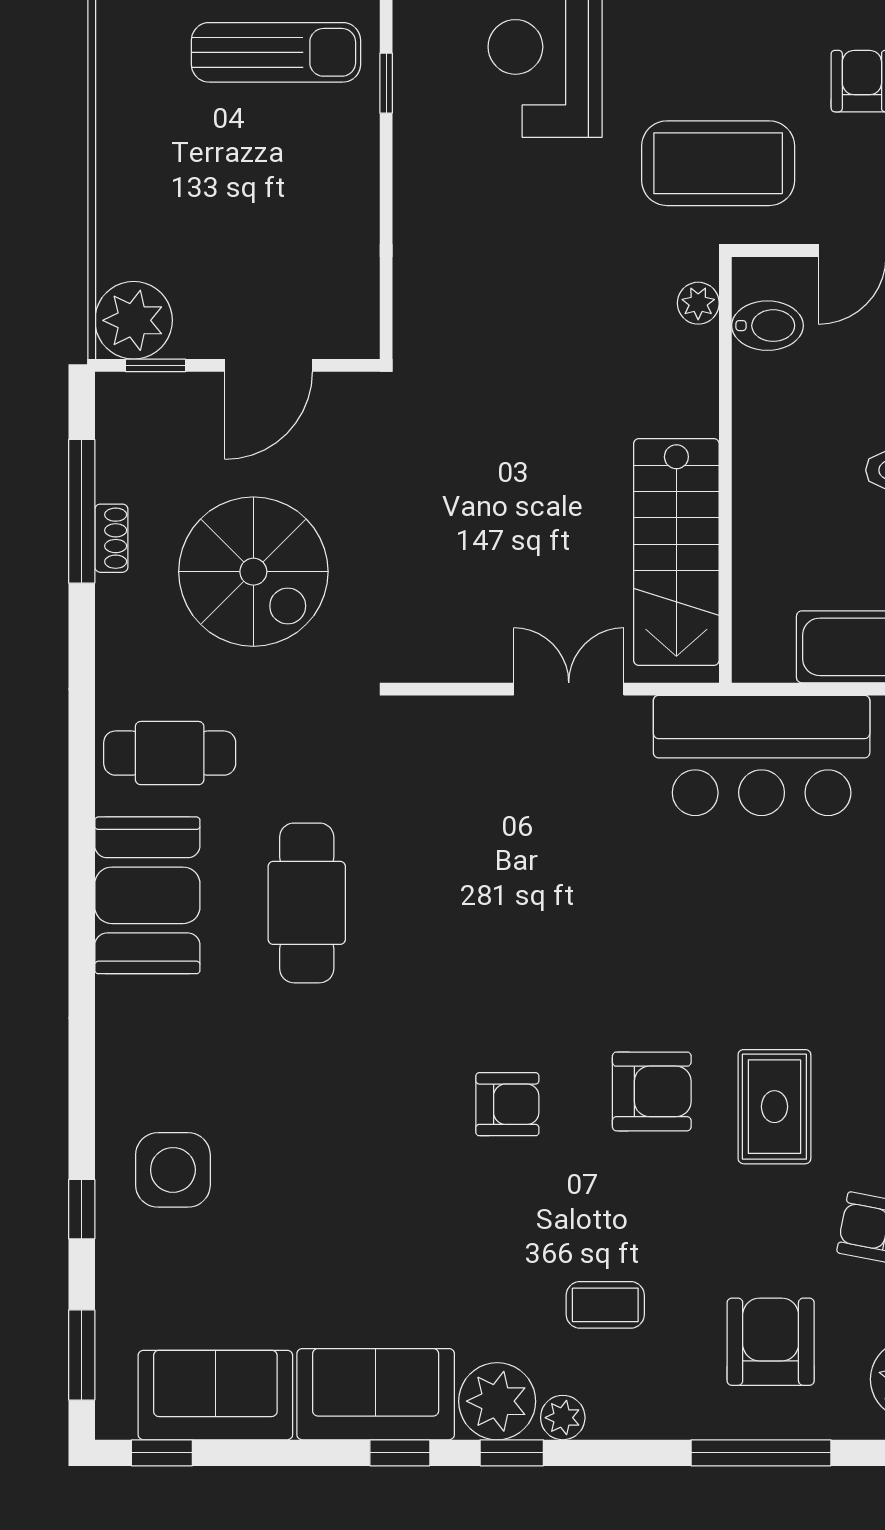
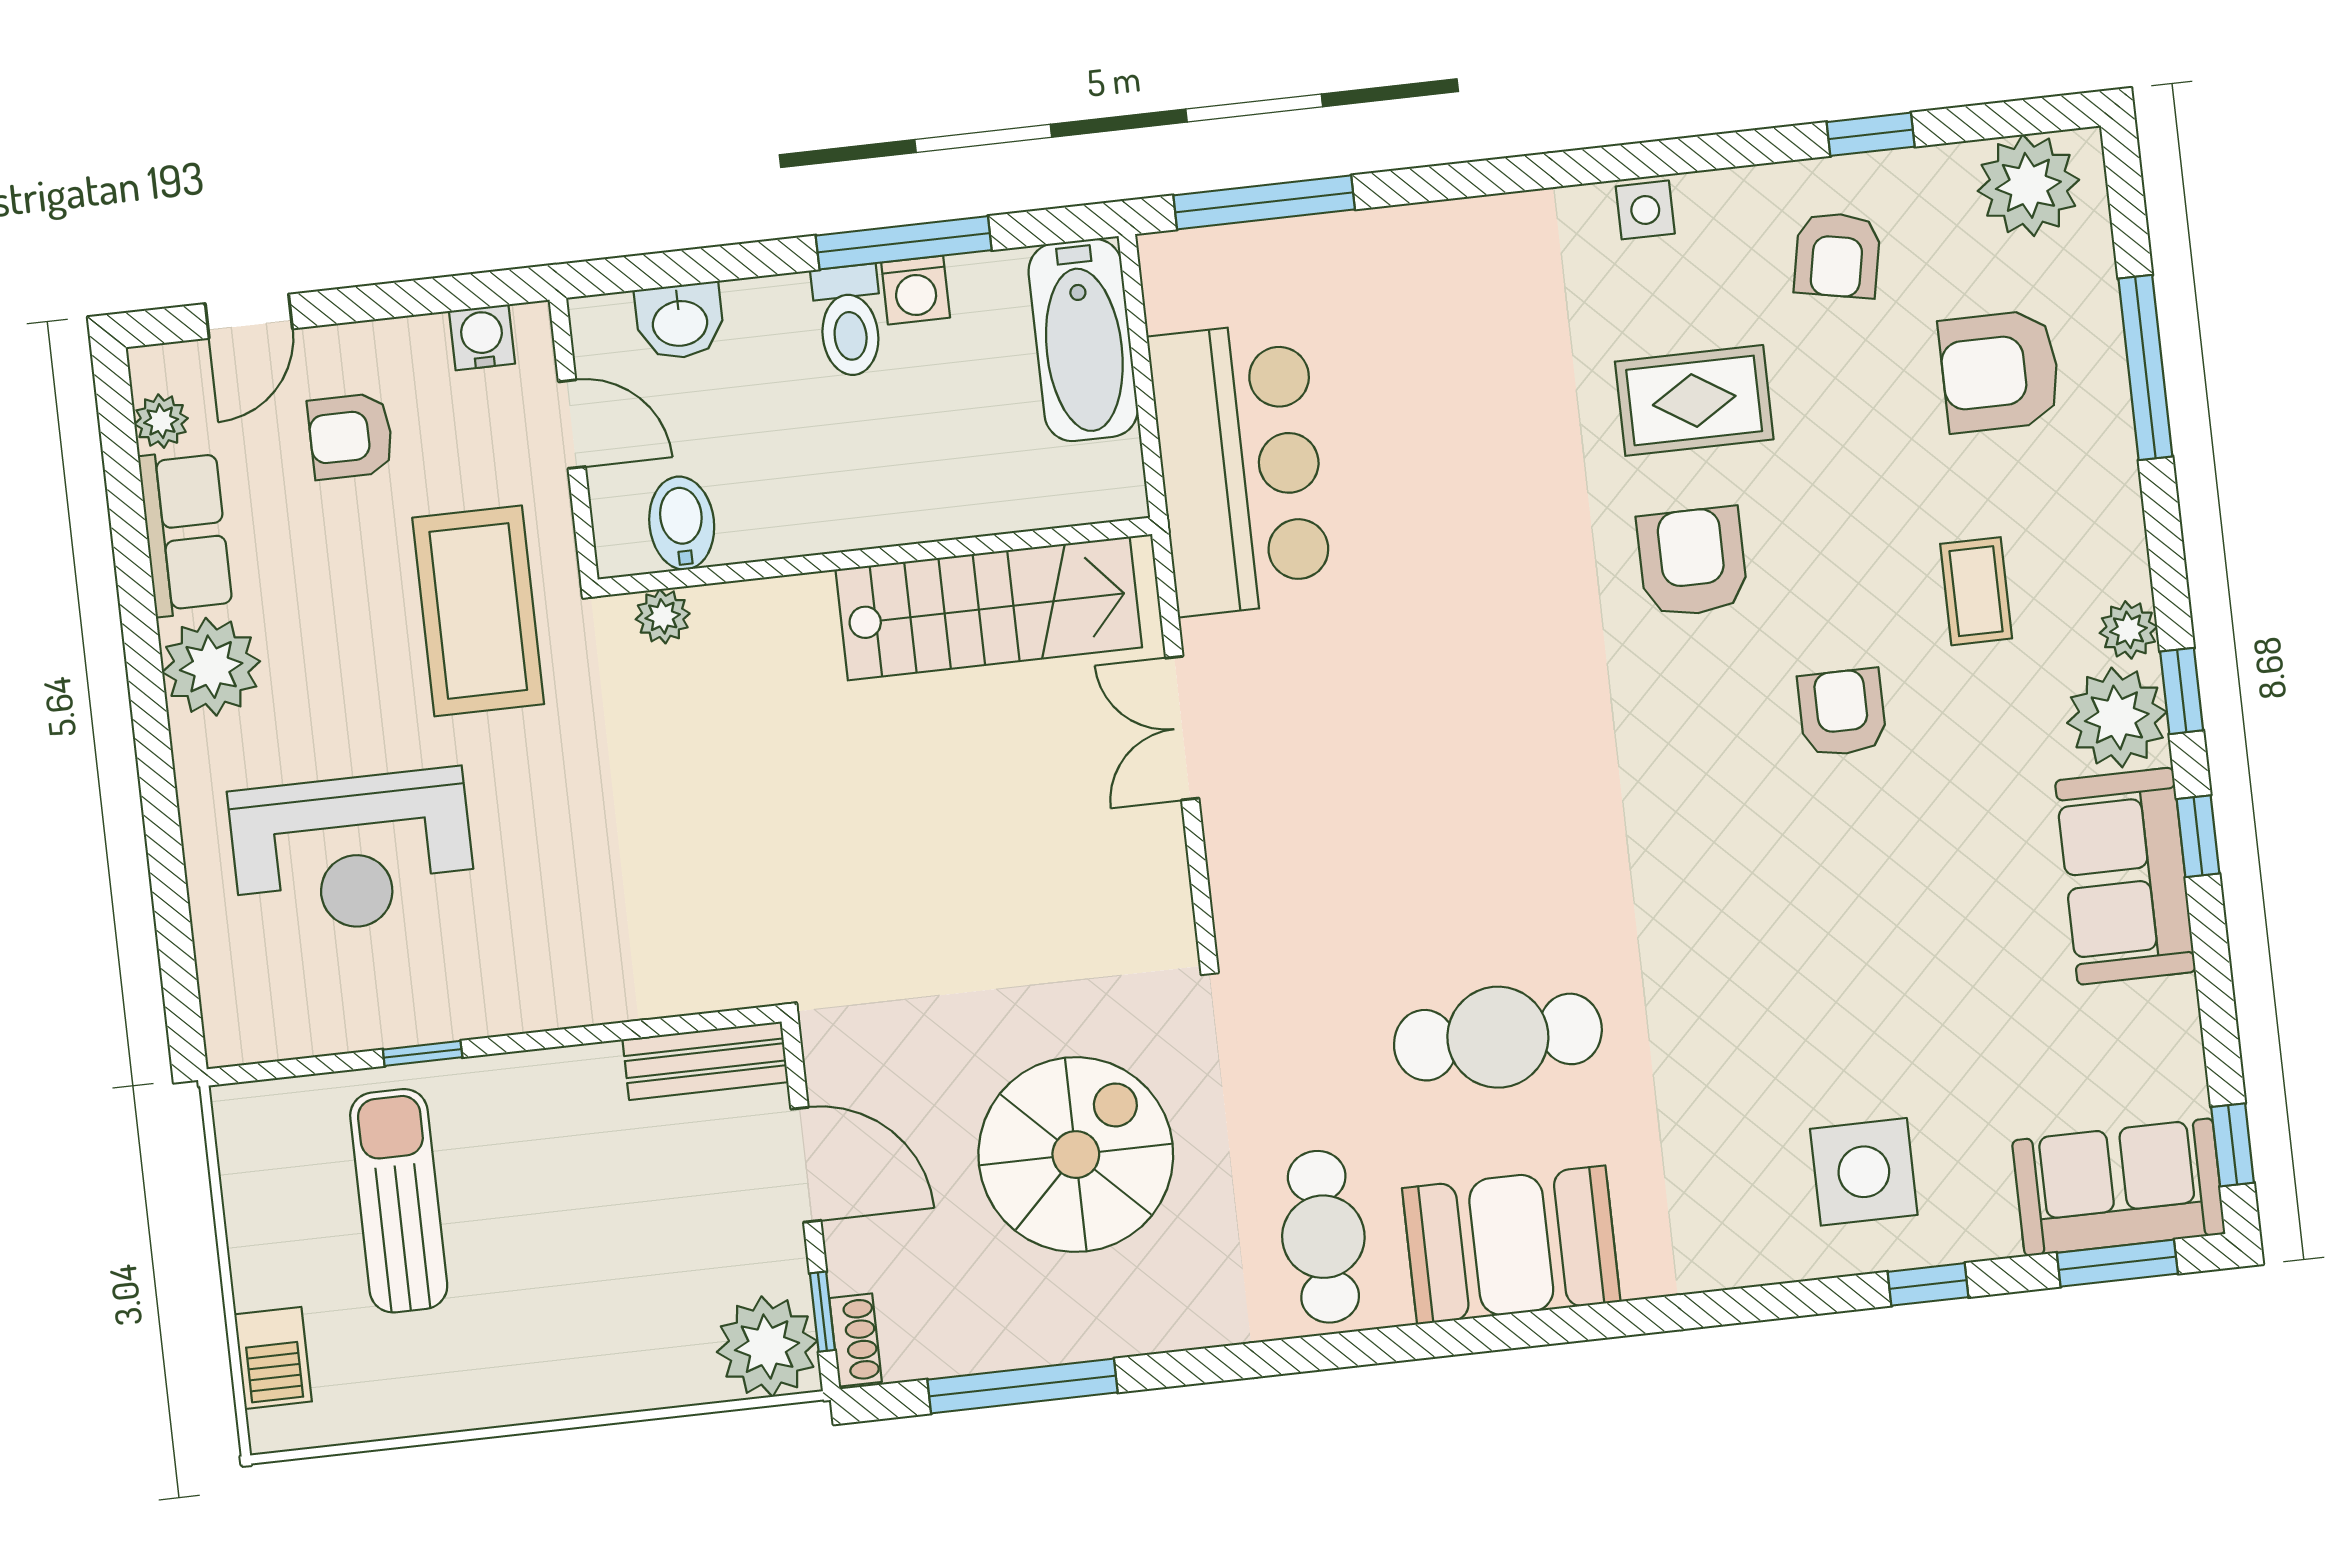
bench: (356, 298) -> (705, 1061), added
shoe rack: (111, 538) -> (856, 1340), moved, turned 90
armchair: (507, 1104) -> (1842, 713), moved
sofa: (215, 1395) -> (2119, 1187), moved, turned 90

